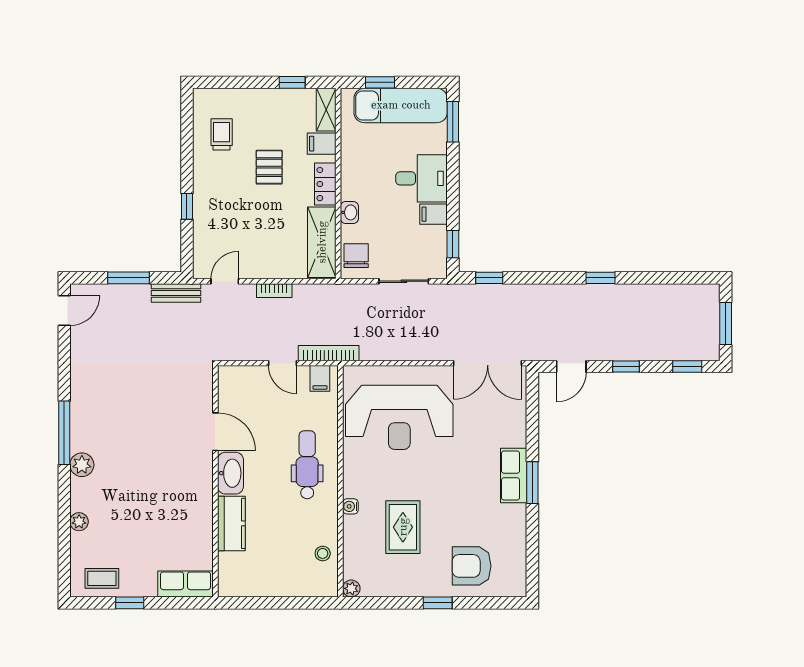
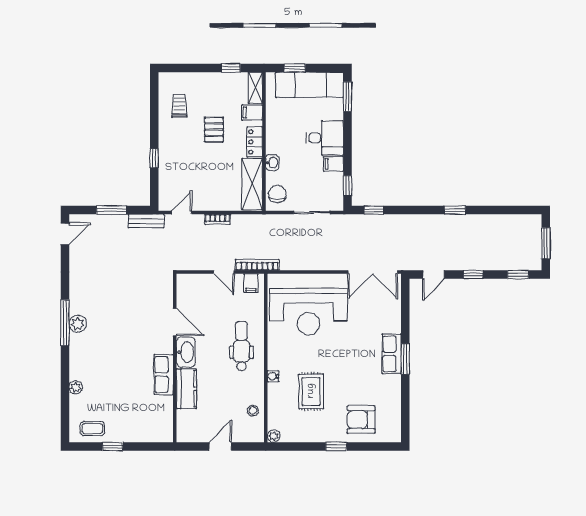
plant: (82, 465) -> (78, 324), moved
row of seats: (186, 584) -> (164, 375), moved, turned -90
door: (278, 603) -> (220, 446), added

